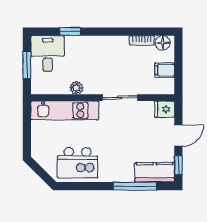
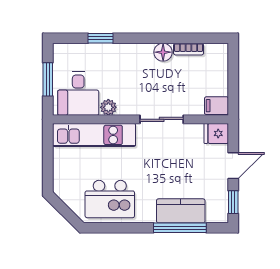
floor lamp: (163, 43) -> (163, 52), moved
desk: (48, 53) -> (78, 93), moved, turned 180
filing cabinet: (165, 70) -> (216, 106), moved
kitchen counter: (155, 172) -> (181, 211), moved

